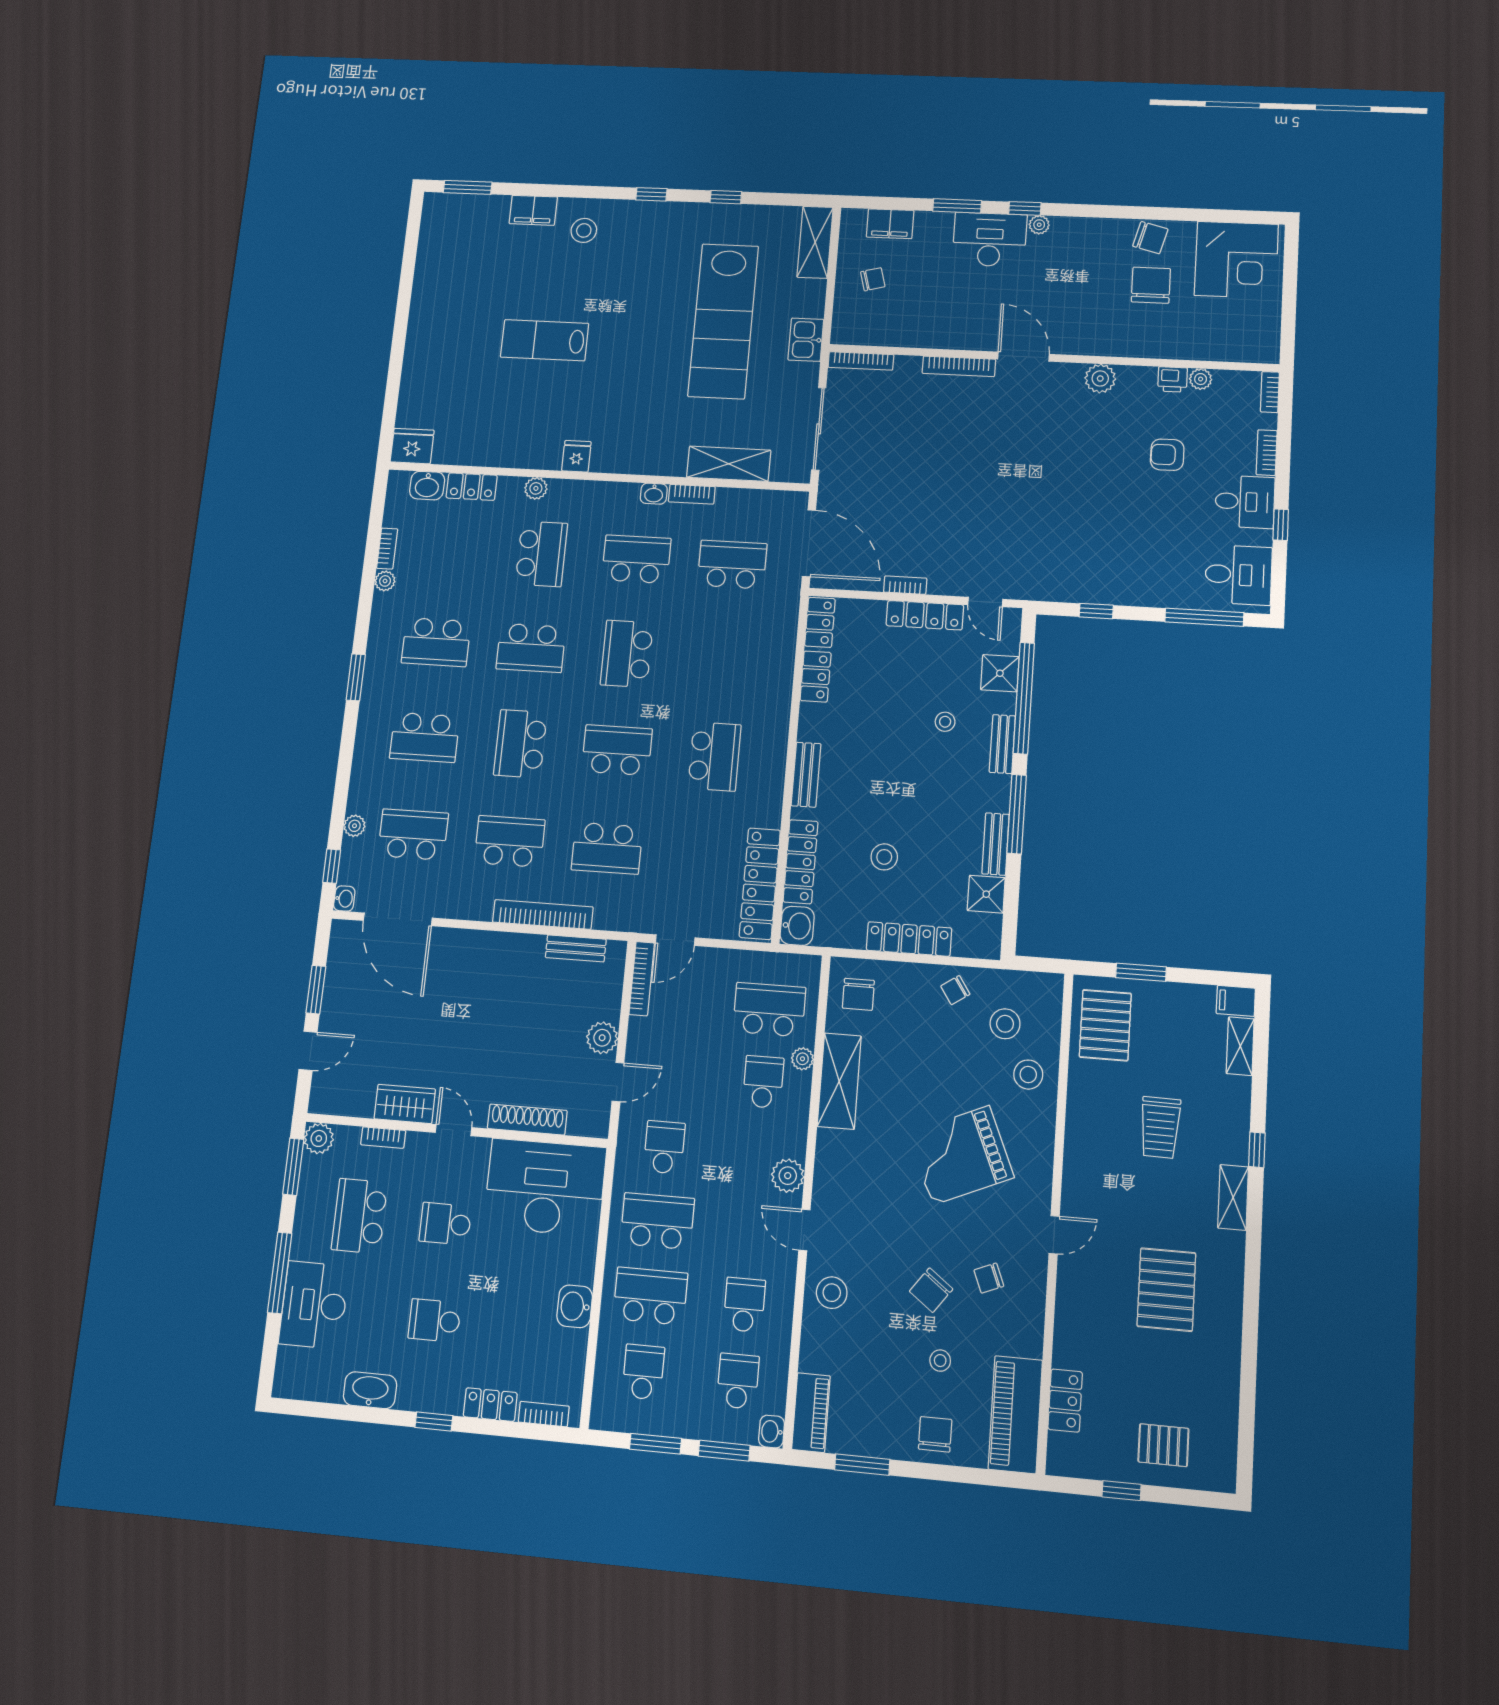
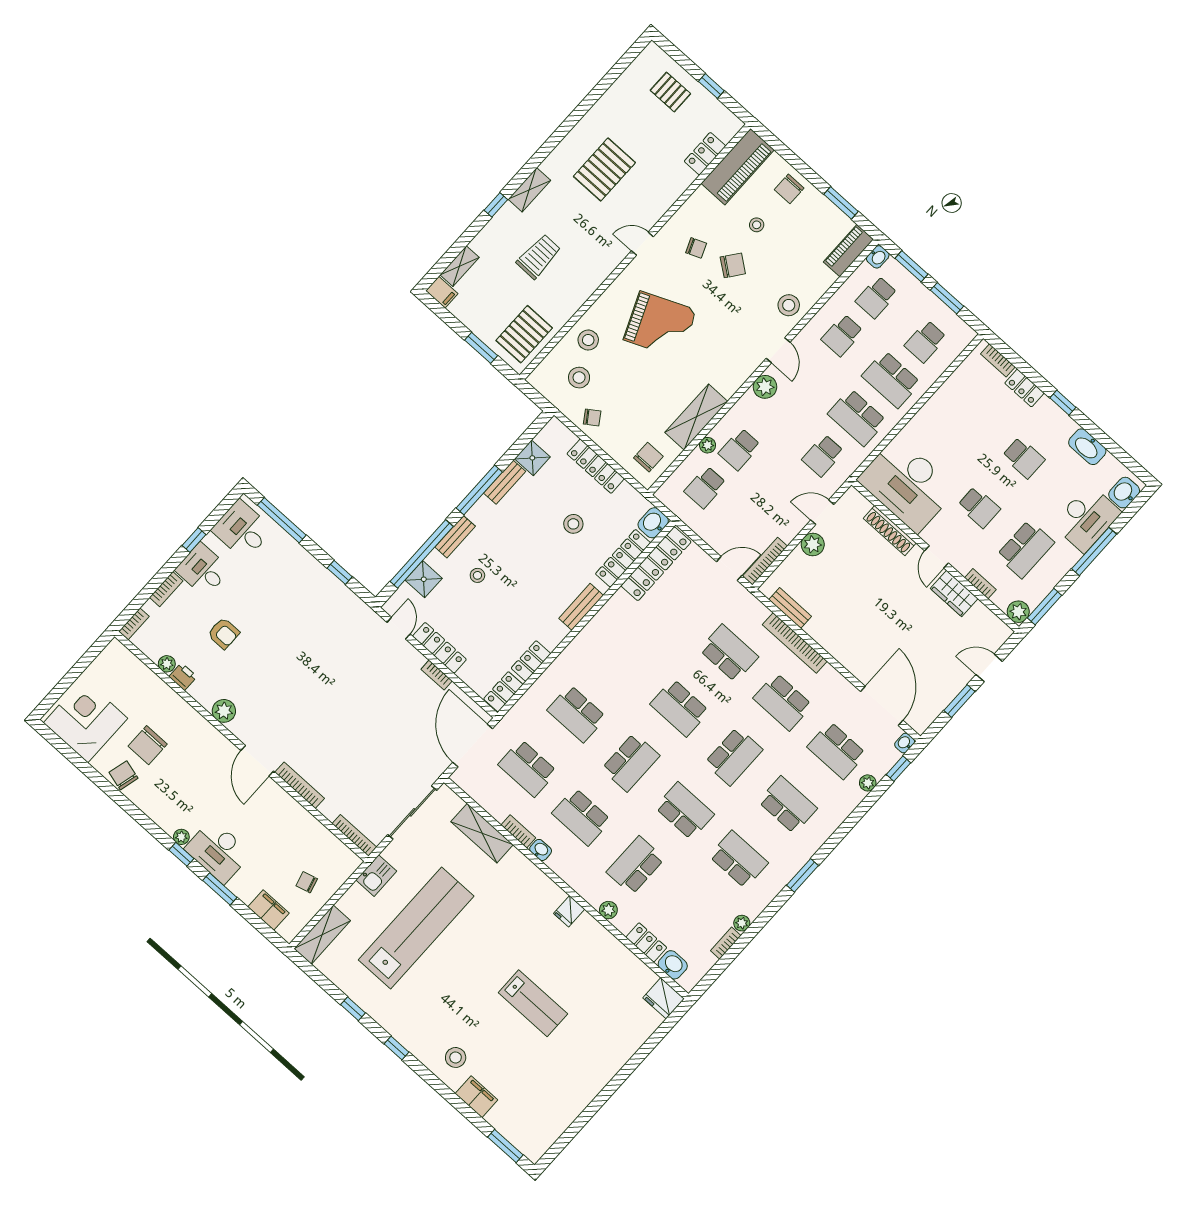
school desk: (714, 756) -> (577, 714), moved, turned -90
school desk: (769, 1010) -> (705, 487), width x0.54
washbasin: (575, 1306) -> (1124, 493), moved, turned 180

